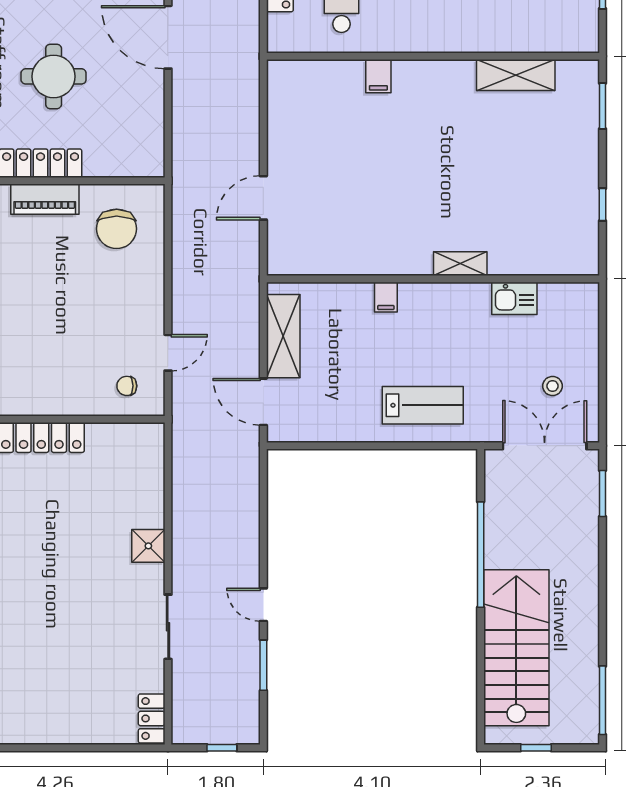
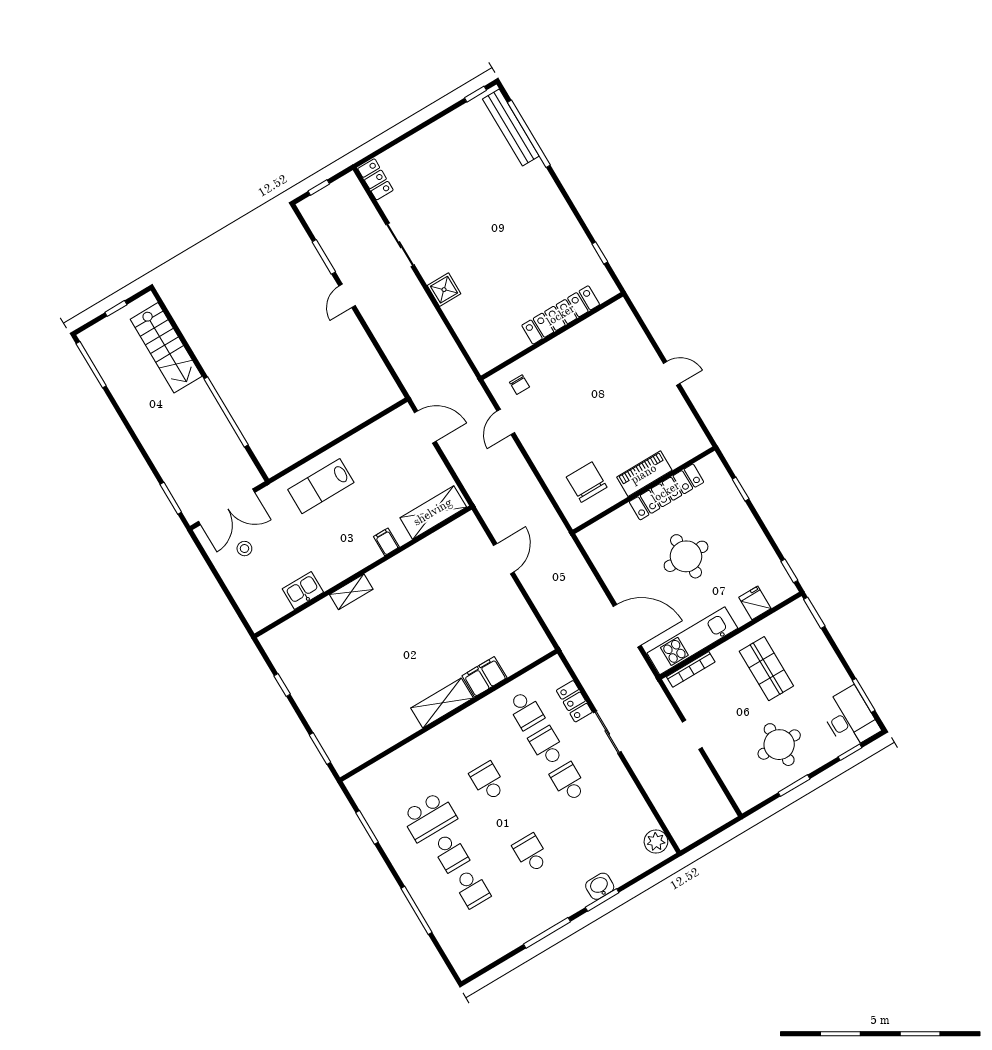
shelving: (516, 75) -> (442, 703), moved
filing cabinet: (378, 76) -> (484, 677), width x2.00
shelving: (283, 336) -> (433, 512), moved, turned 90
chair: (127, 386) -> (520, 385), turned 90
door: (263, 605) -> (347, 296), swing flipped
stairs: (516, 648) -> (166, 348), width x0.73, depth x0.66

